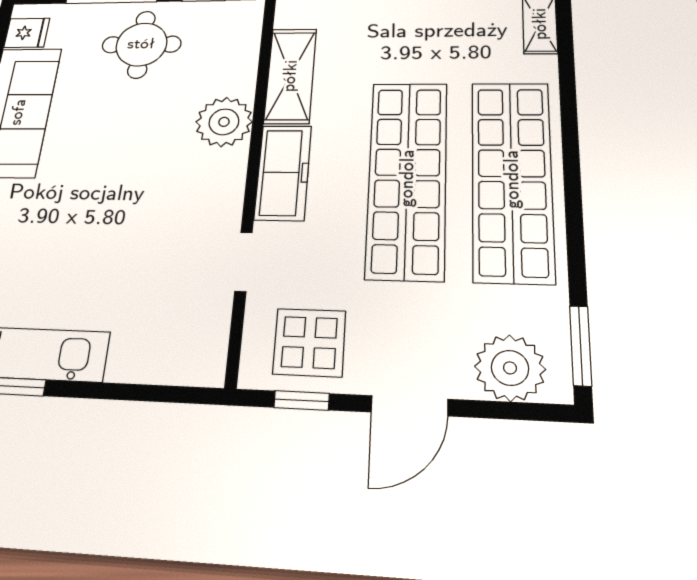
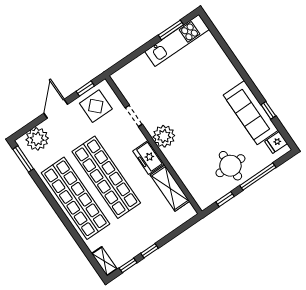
plant: (224, 122) -> (164, 136), moved
freezer: (283, 172) -> (148, 157), width x0.71

